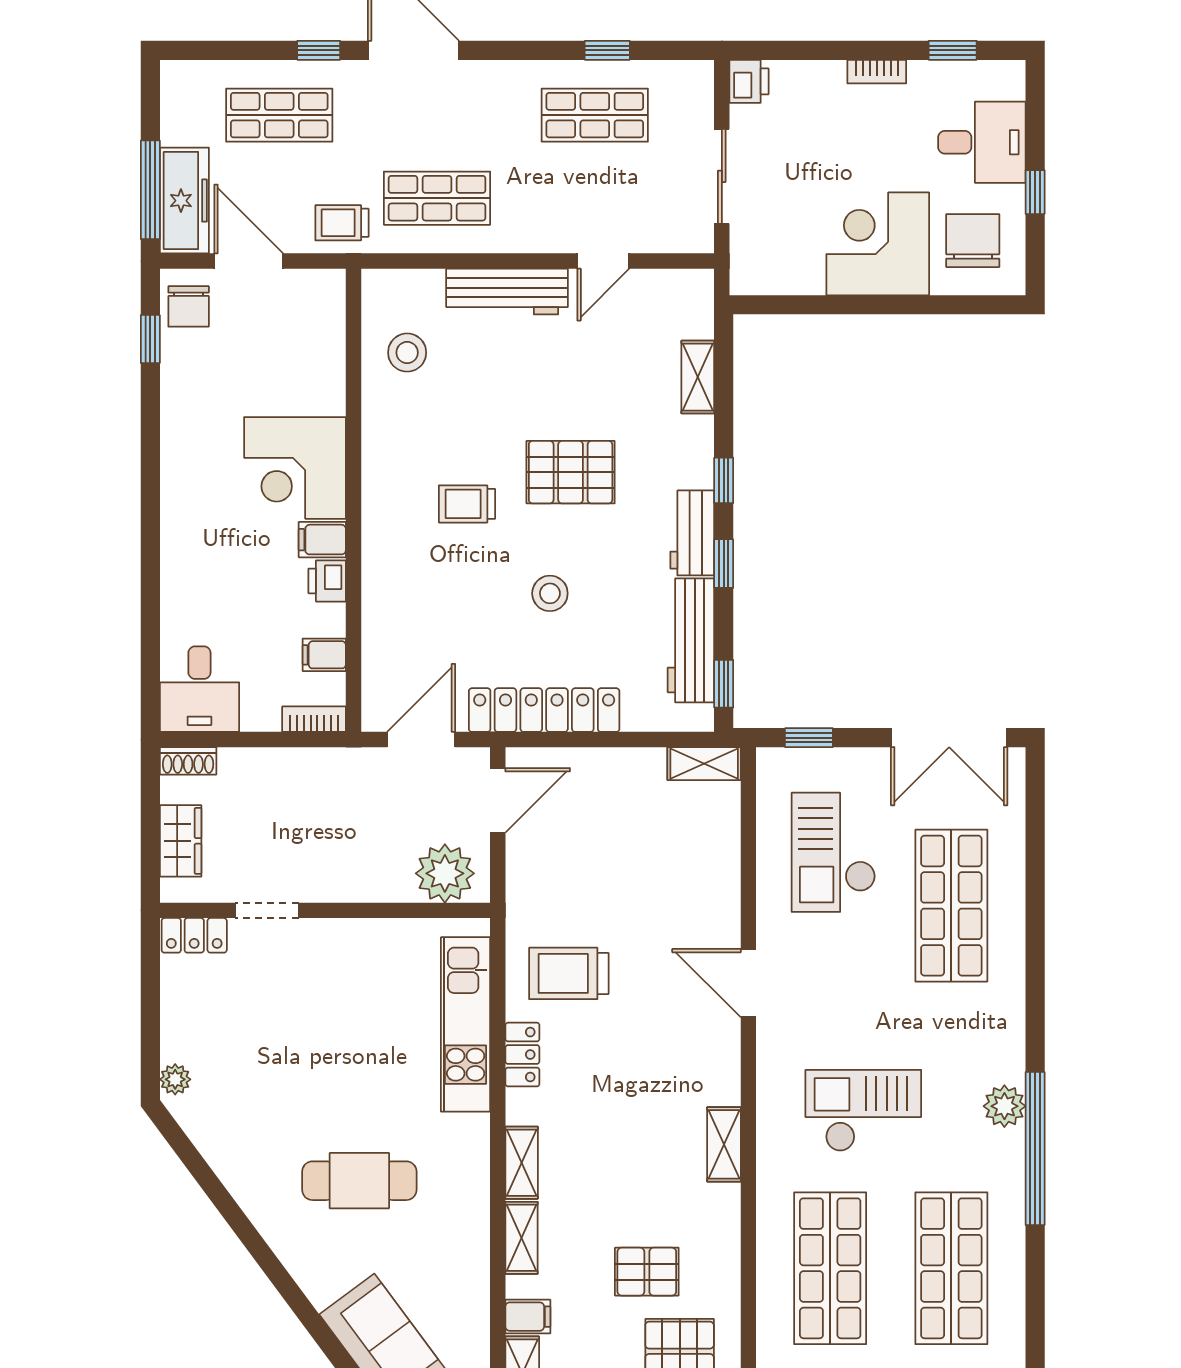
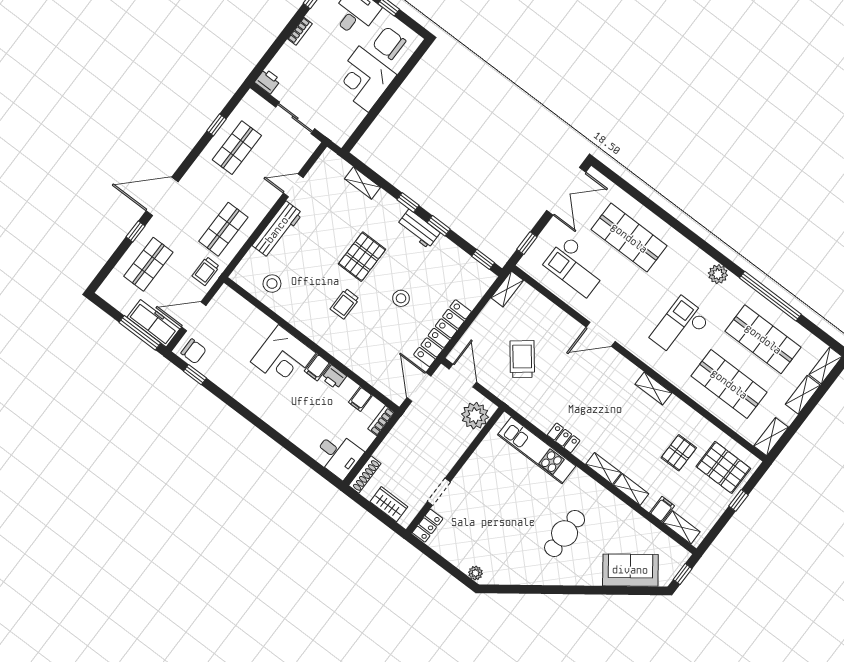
door: (603, 261) -> (293, 185), swing flipped
workbench: (691, 640) -> (458, 259), removed
shoe rack: (188, 761) -> (365, 474), width x1.43
trolley: (569, 973) -> (522, 359), moved, turned 142
window: (1035, 1148) -> (770, 296), moved

